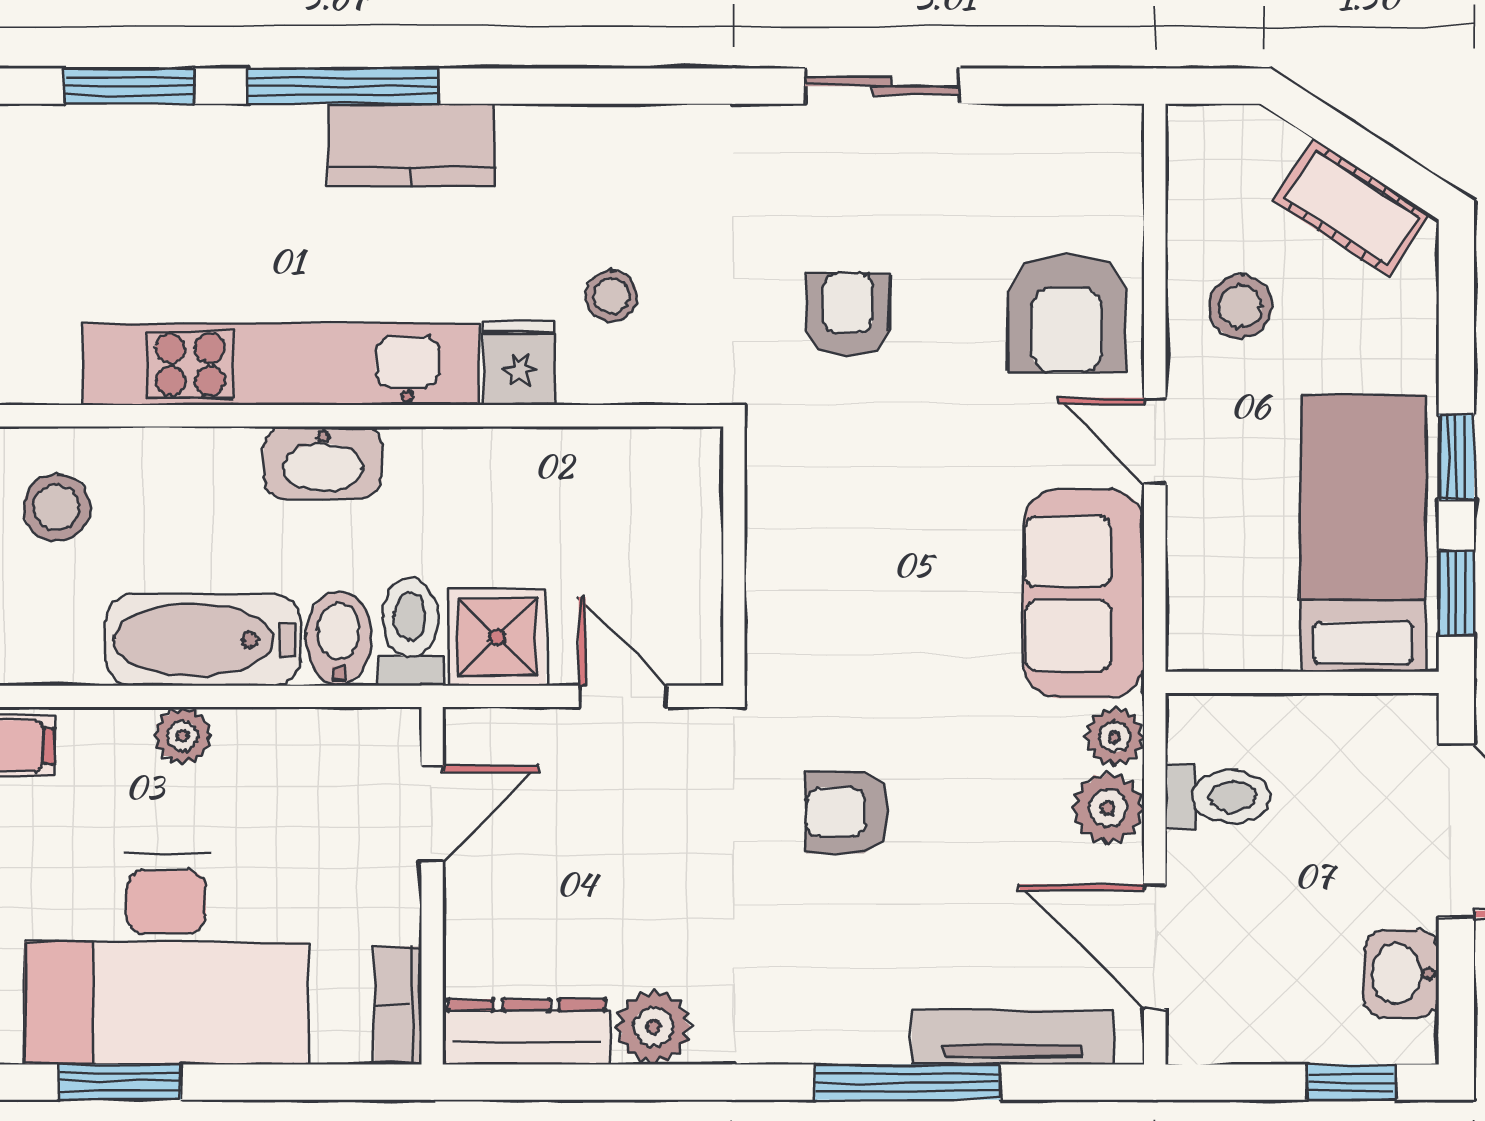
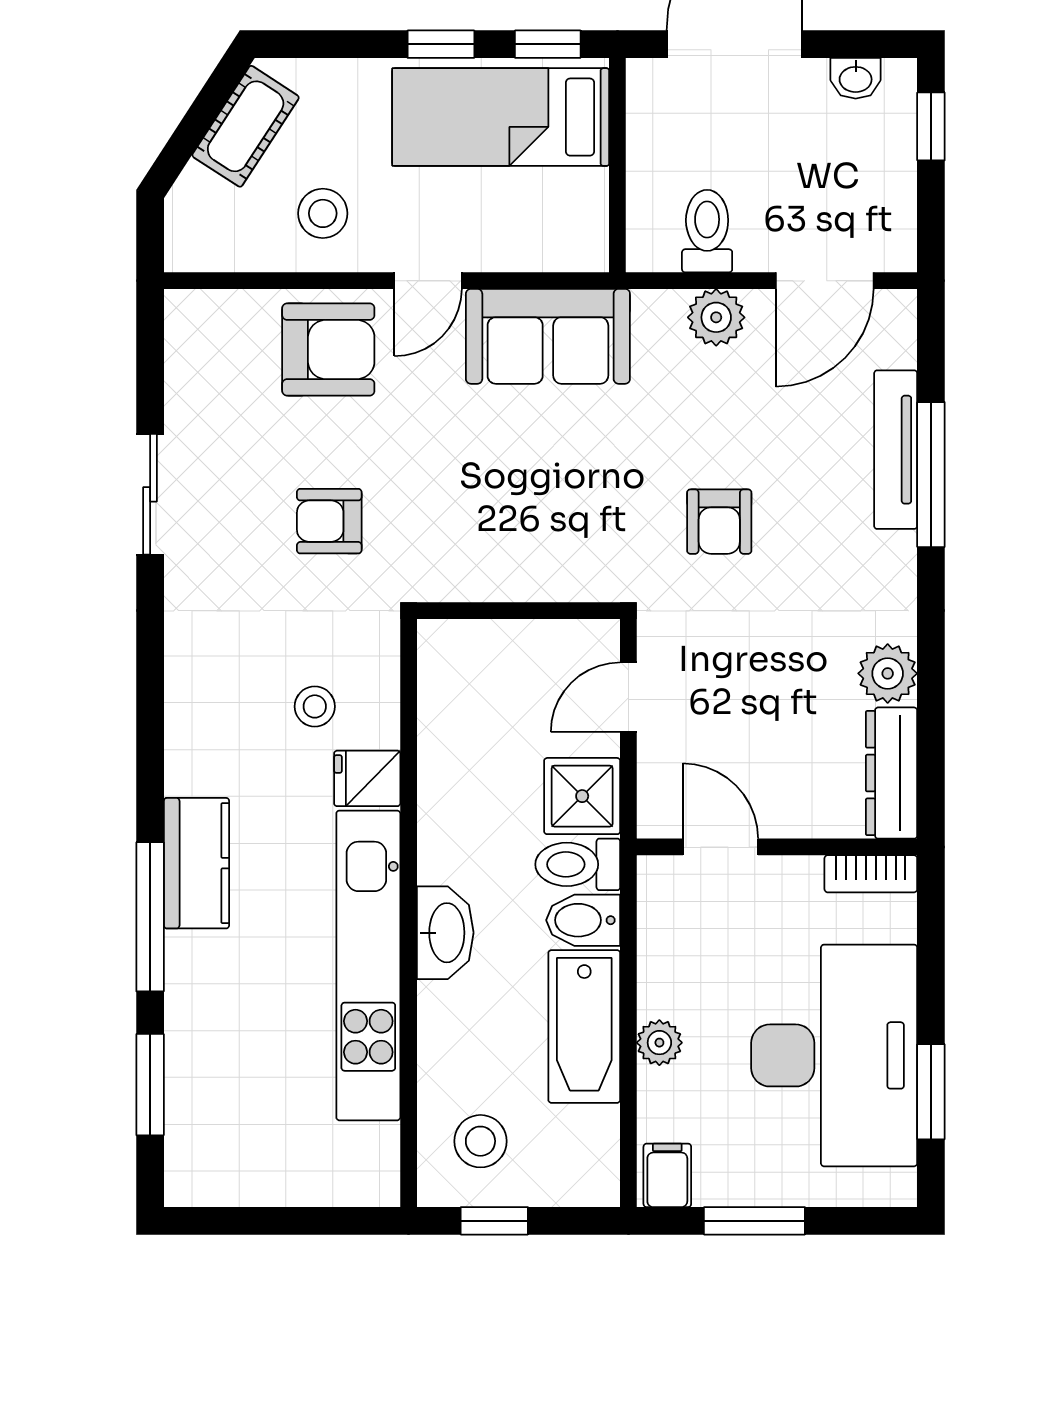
plant: (1115, 737) -> (660, 312), removed
washbasin: (1401, 974) -> (856, 78), width x0.72, depth x0.69
tv unit: (1013, 1037) -> (896, 450), moved

